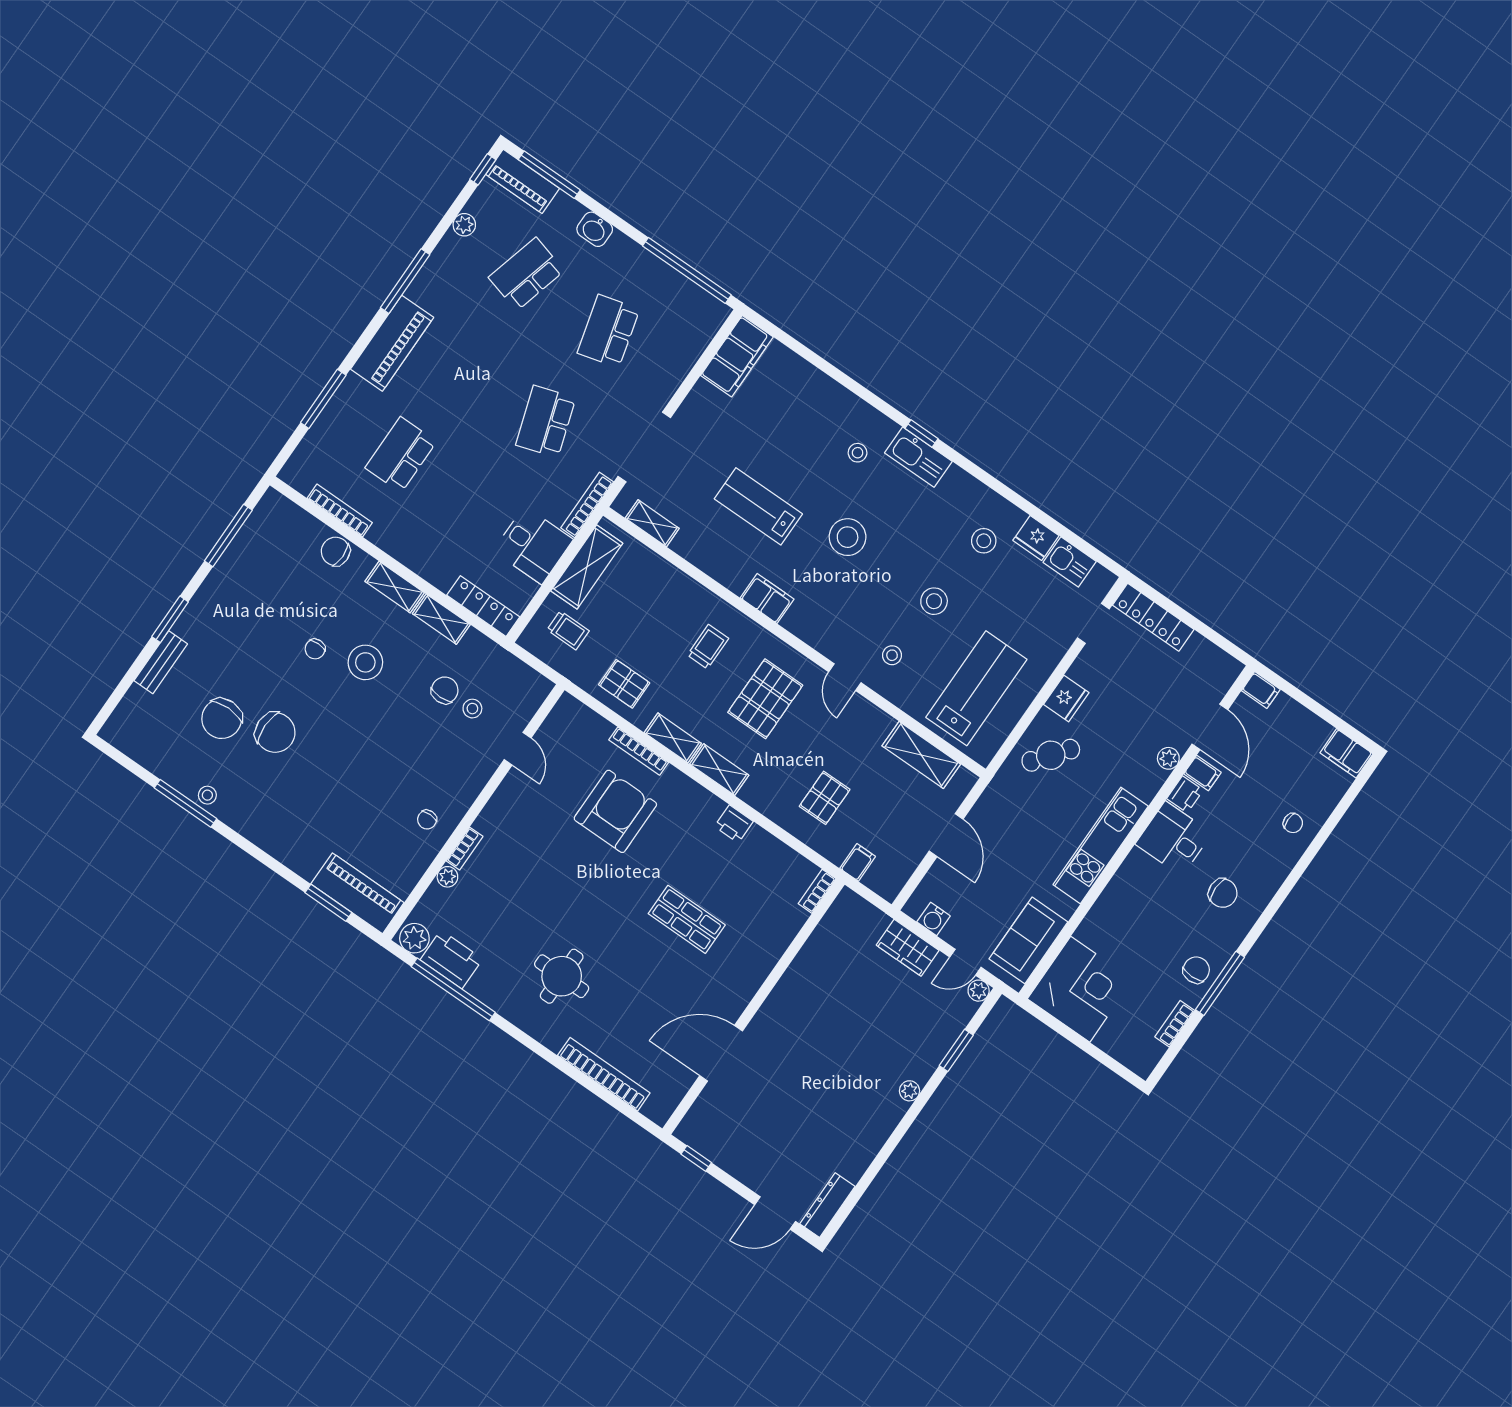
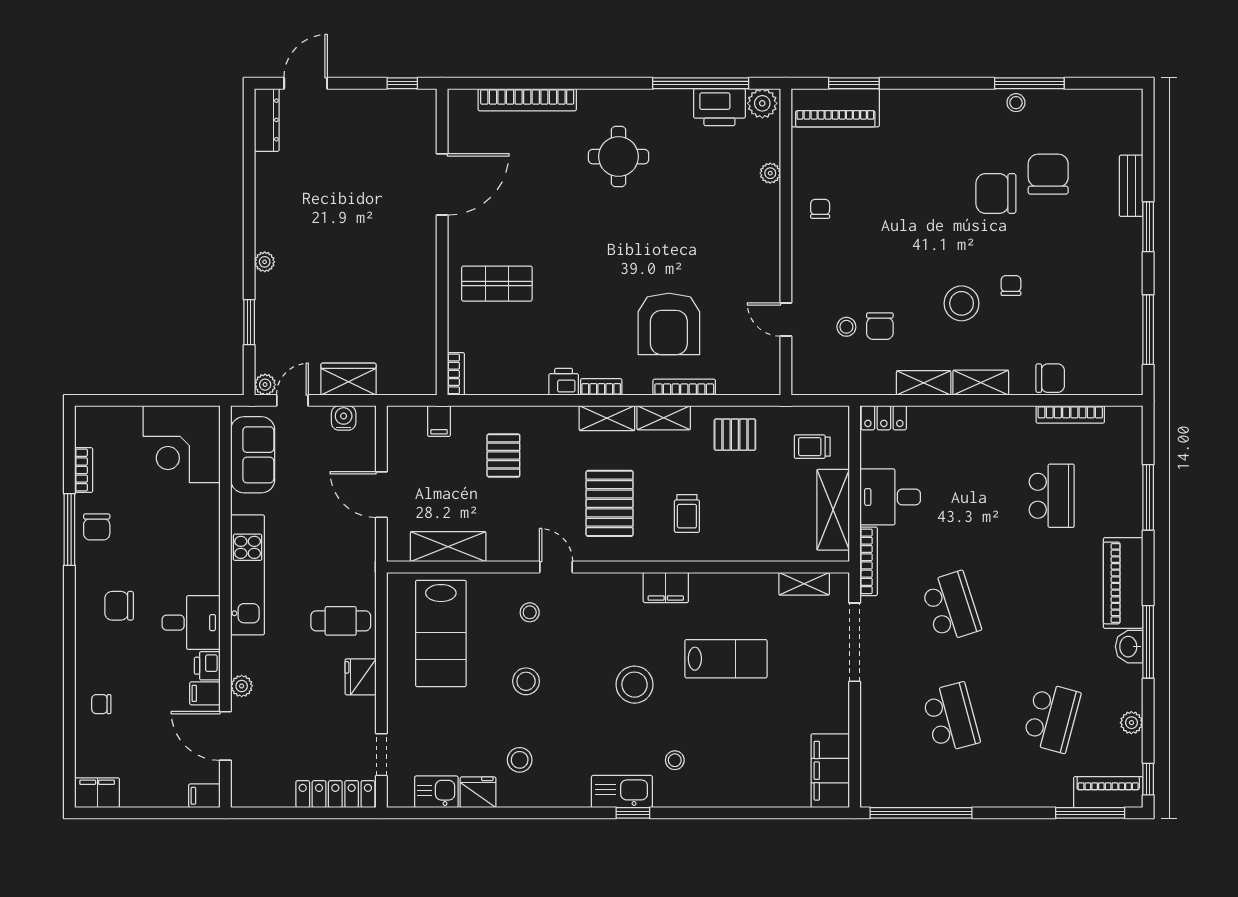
washbasin: (595, 229) -> (1129, 647), moved, turned -90
locker: (483, 606) -> (884, 418), width x0.66
cafe table: (1051, 755) -> (341, 621), turned 52
bookcase: (465, 849) -> (601, 387), moved, turned 90
shop shelf: (687, 919) -> (497, 284), moved

